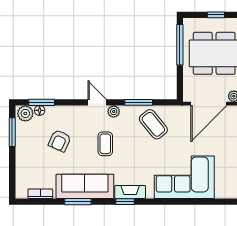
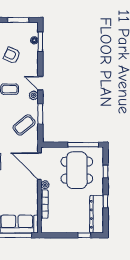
door: (97, 102) -> (40, 83), swing flipped
plant: (25, 113) -> (32, 30), removed

